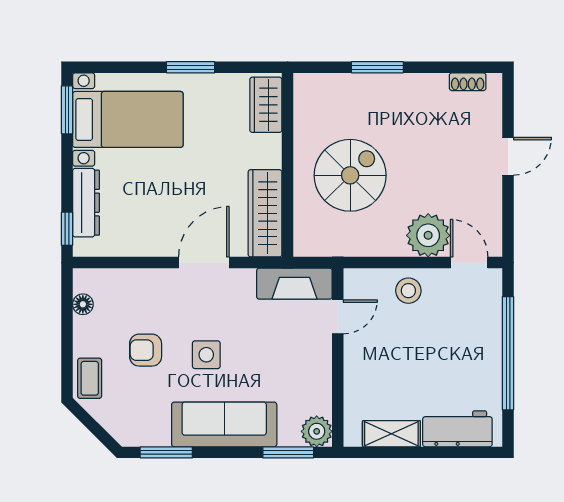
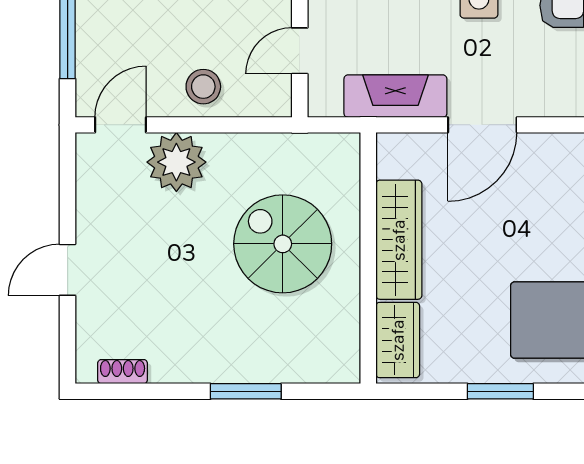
spiral stairs: (350, 175) -> (283, 244), turned 90
wardrobe: (265, 213) -> (399, 240), moved
door: (469, 263) -> (120, 125), swing flipped
fireplace: (294, 284) -> (395, 96), moved

